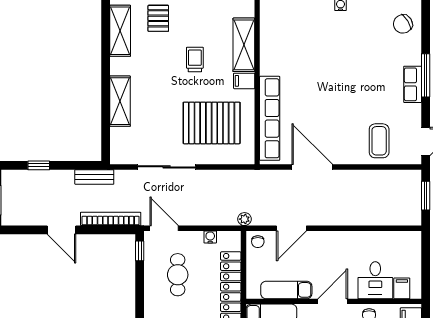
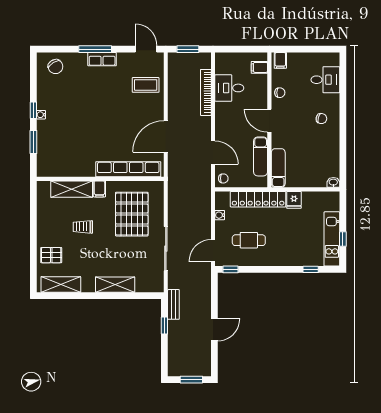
window: (39, 165) -> (164, 326), moved
bookcase: (111, 219) -> (206, 92), moved
plant: (244, 219) -> (206, 189), removed
desk: (375, 280) -> (229, 88), moved, turned 180

